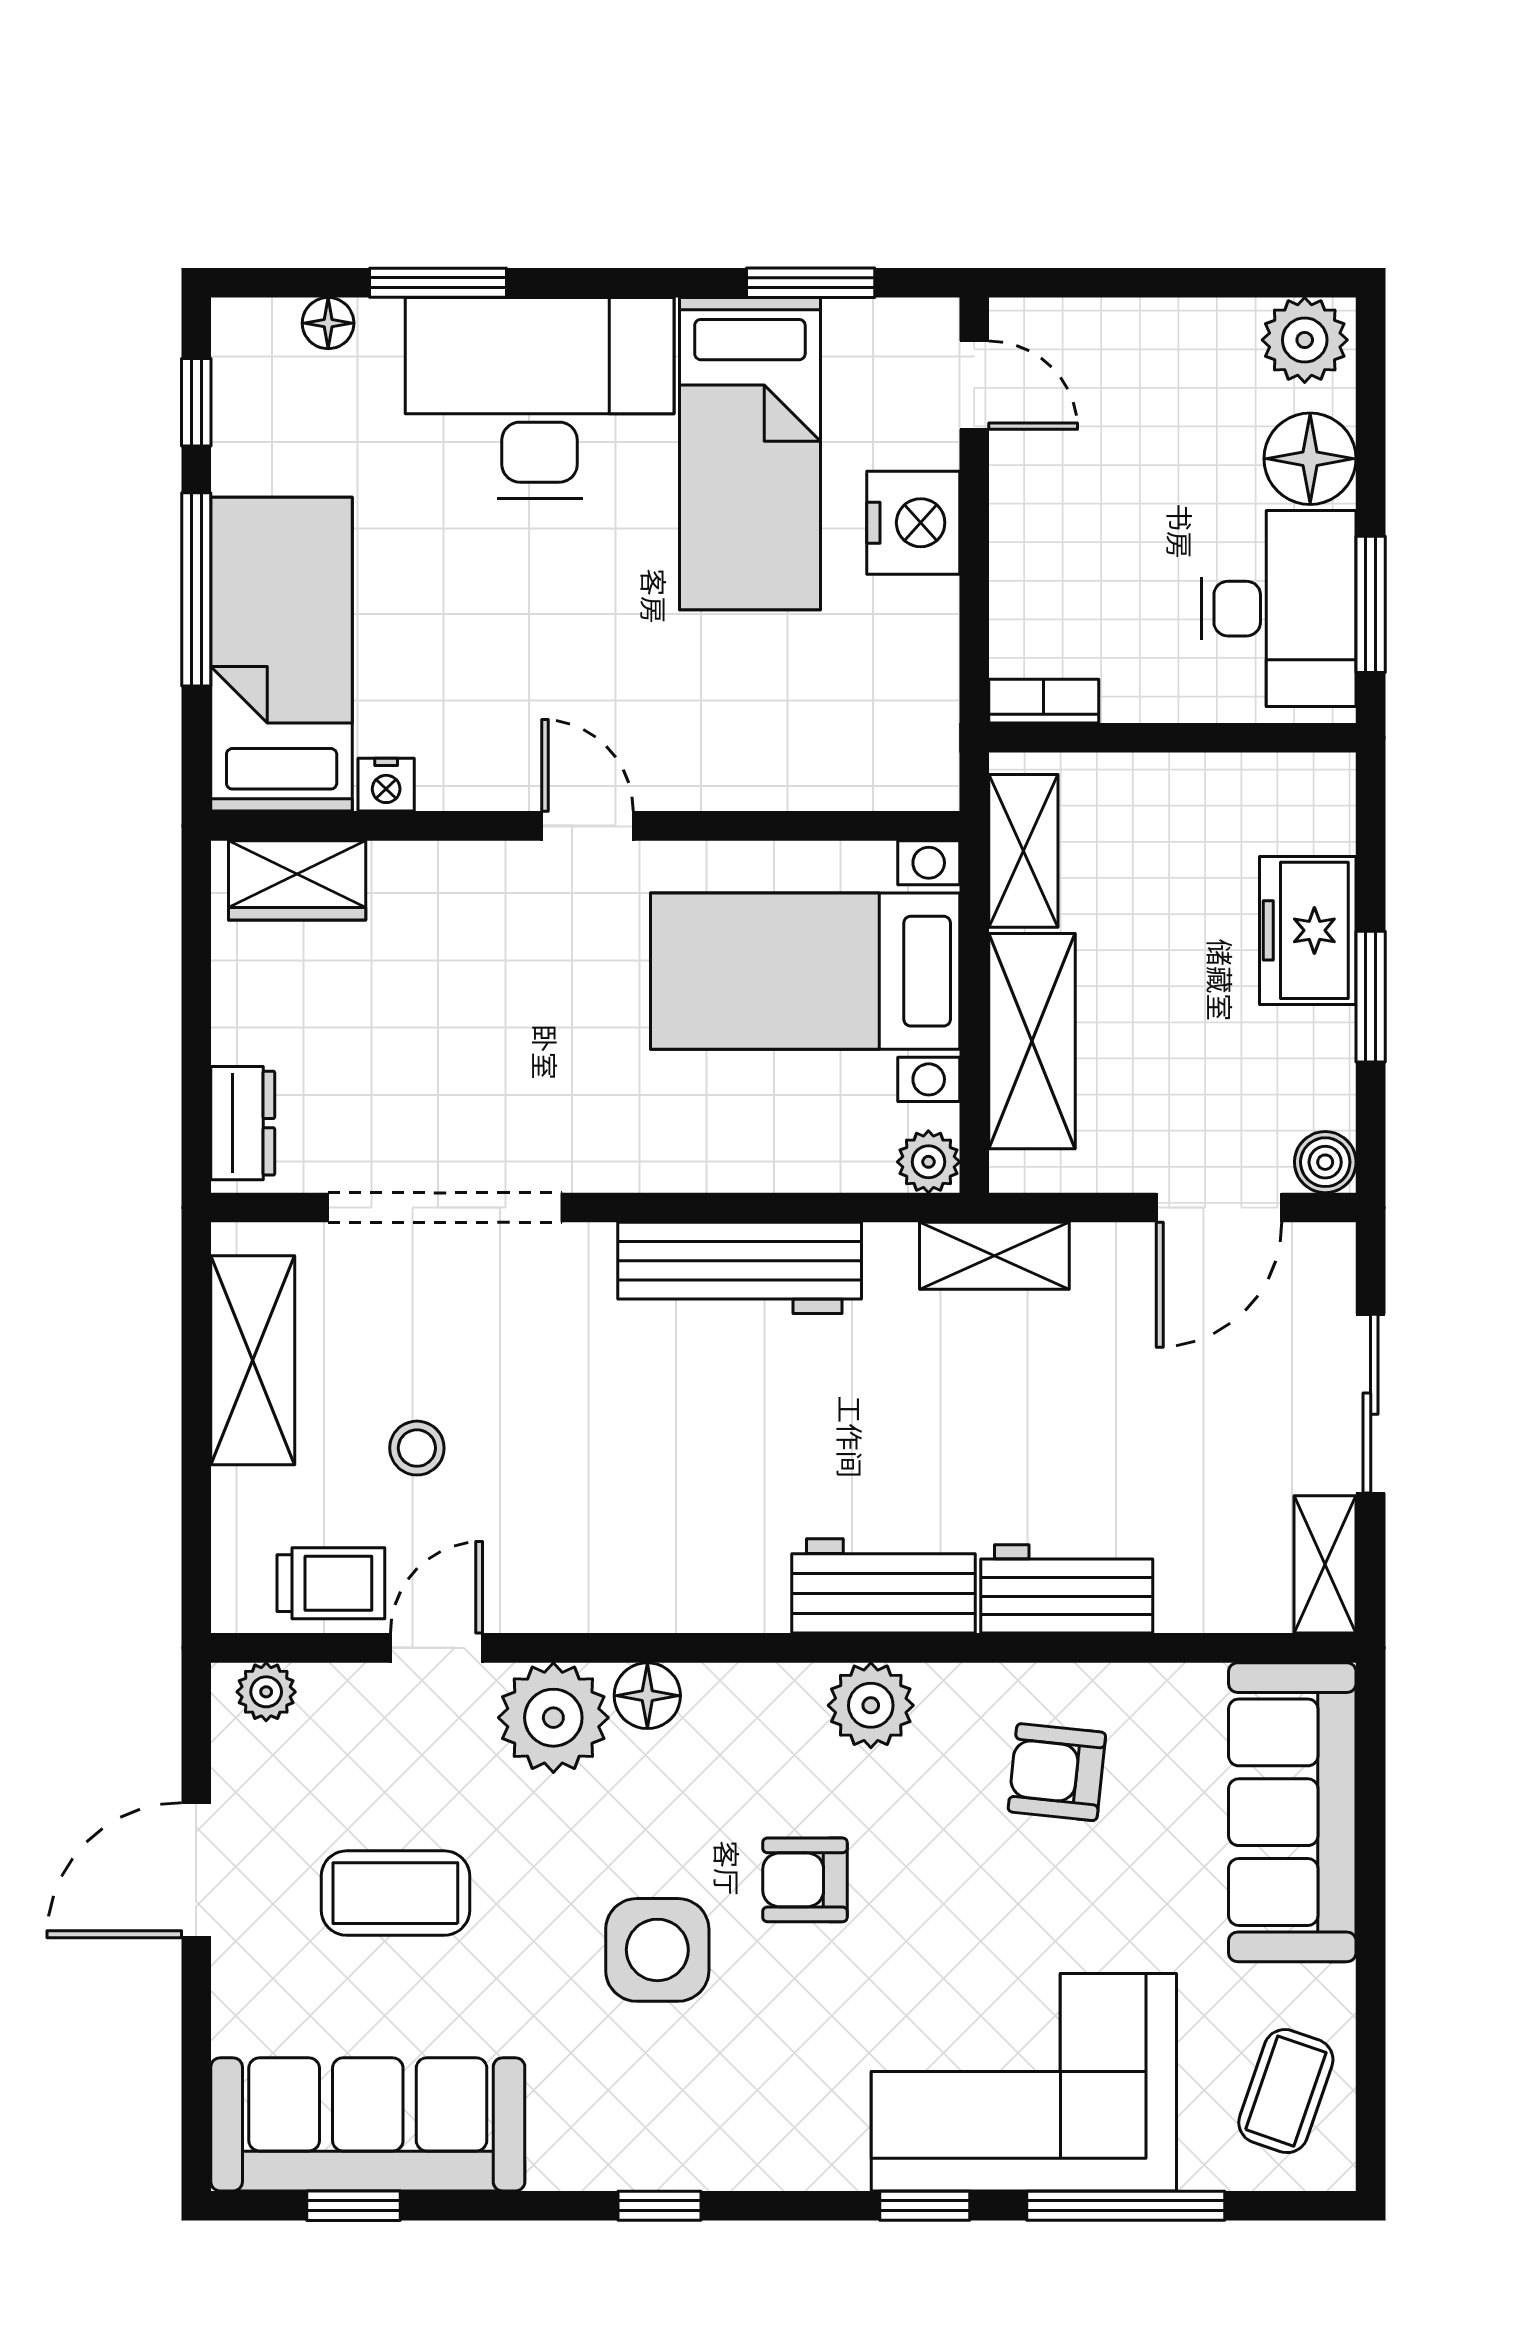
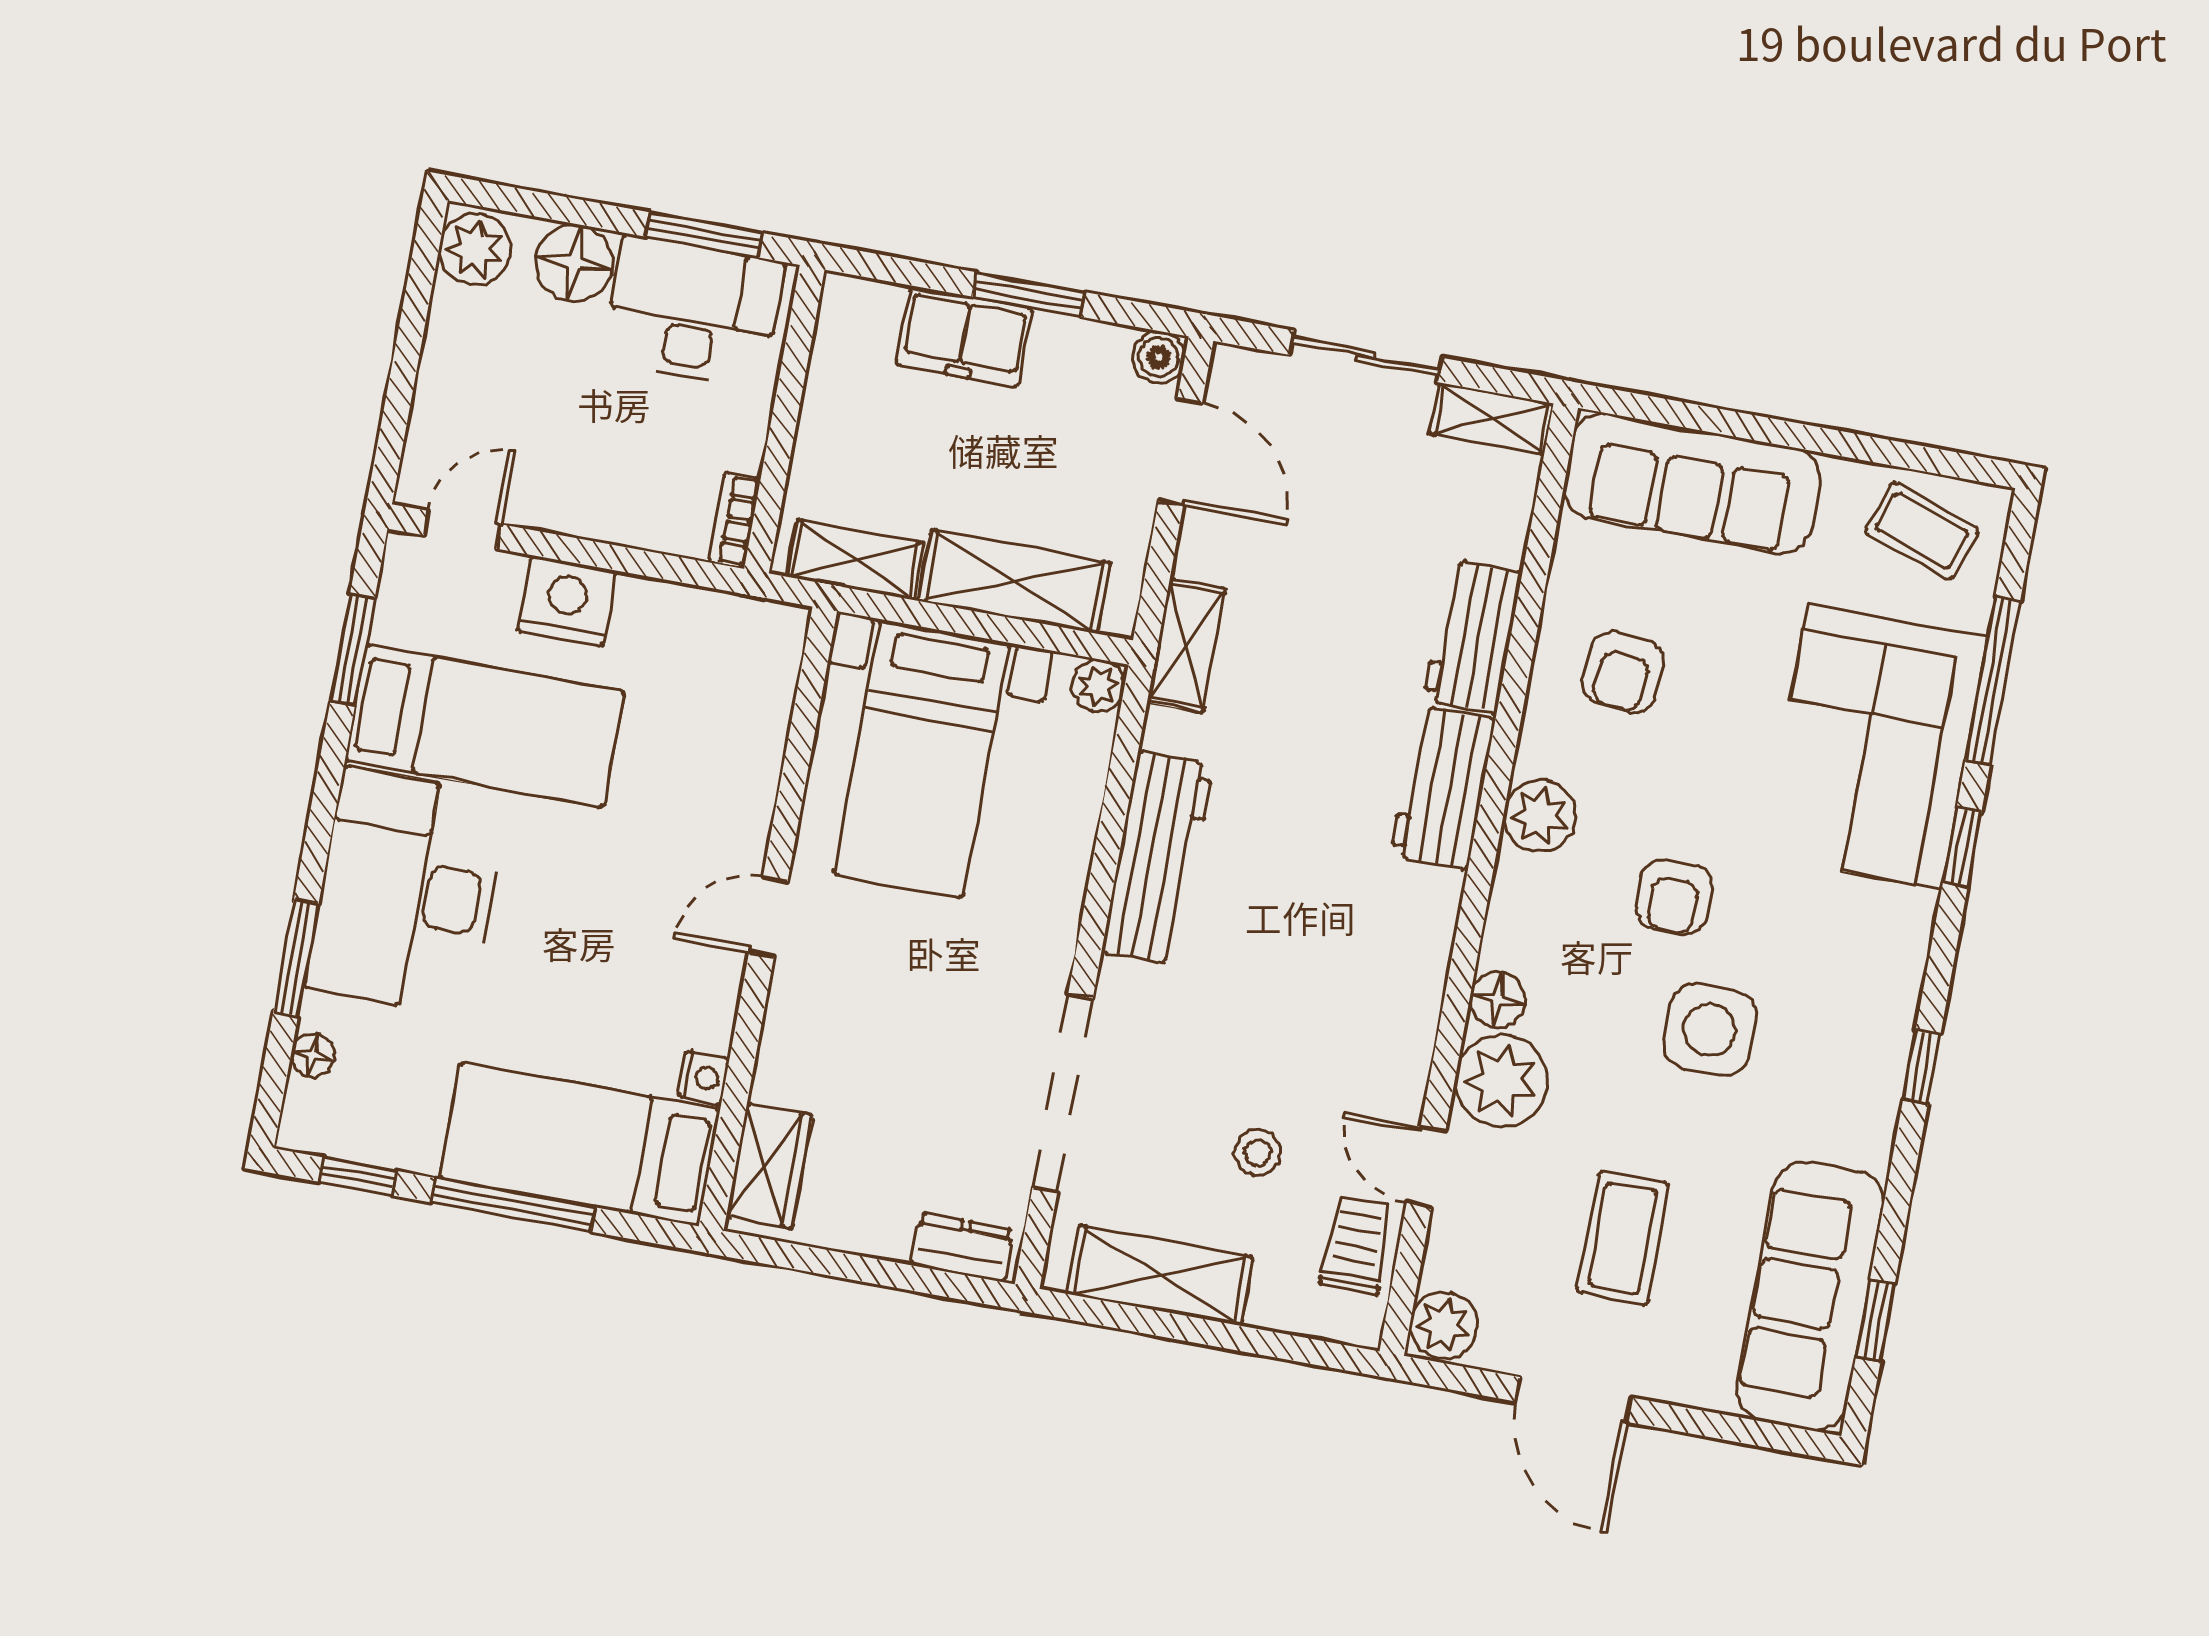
plant: (266, 1692) -> (1444, 1325), width x1.38, depth x1.38

